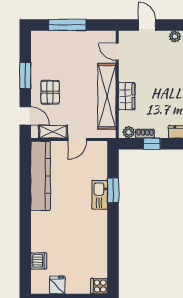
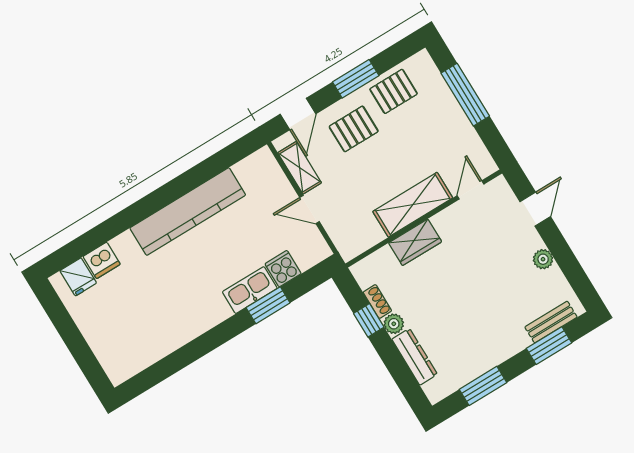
pallet: (43, 60) -> (394, 91), added
shelving: (107, 96) -> (413, 205), width x0.68
plant: (129, 132) -> (394, 324), moved
kitchen counter: (41, 176) -> (188, 212), moved
fridge: (57, 285) -> (78, 277), moved, turned 90
cooker: (99, 286) -> (283, 269), moved

